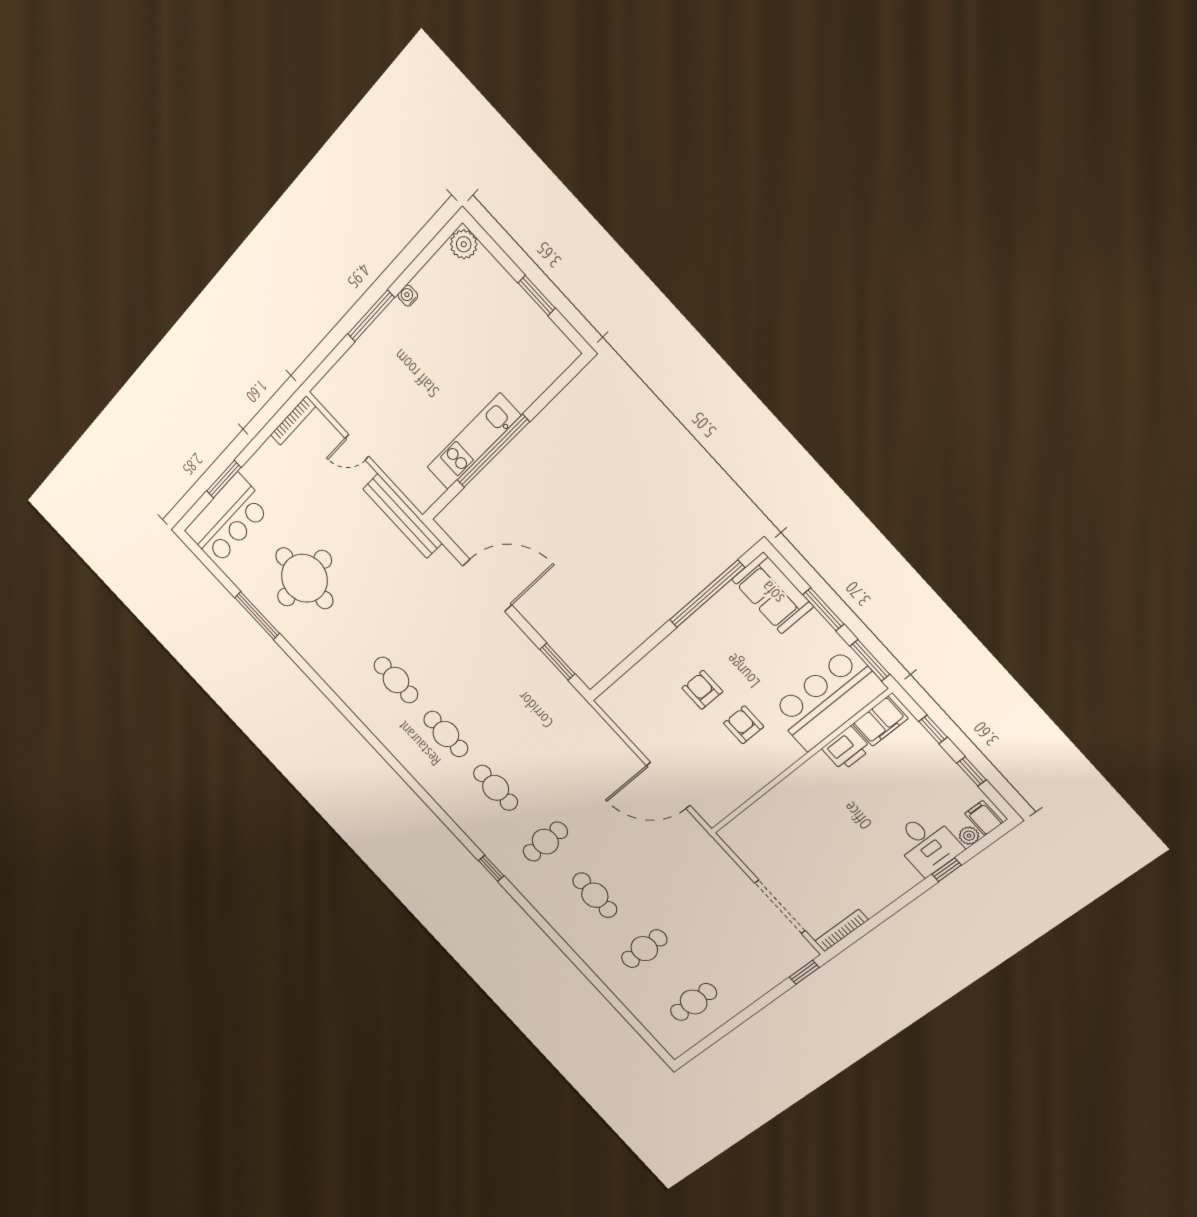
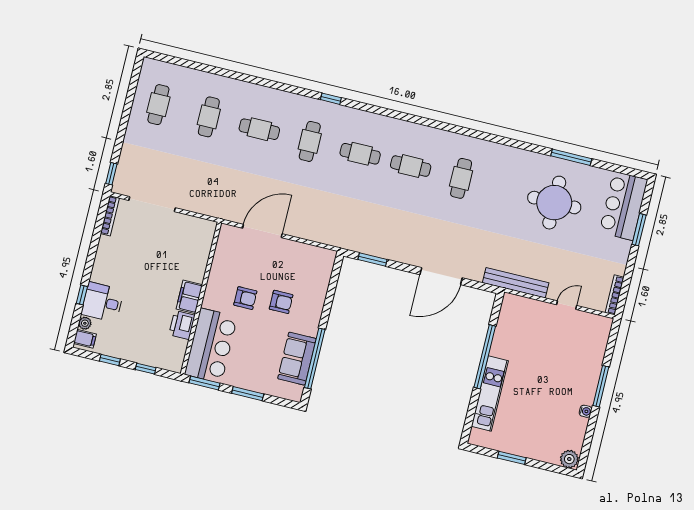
kitchen unit: (474, 441) -> (490, 394), moved
sofa: (772, 593) -> (297, 359), moved, turned -90
cafe table: (396, 680) -> (461, 178), turned 90
filing cabinet: (880, 721) -> (189, 297), moved

